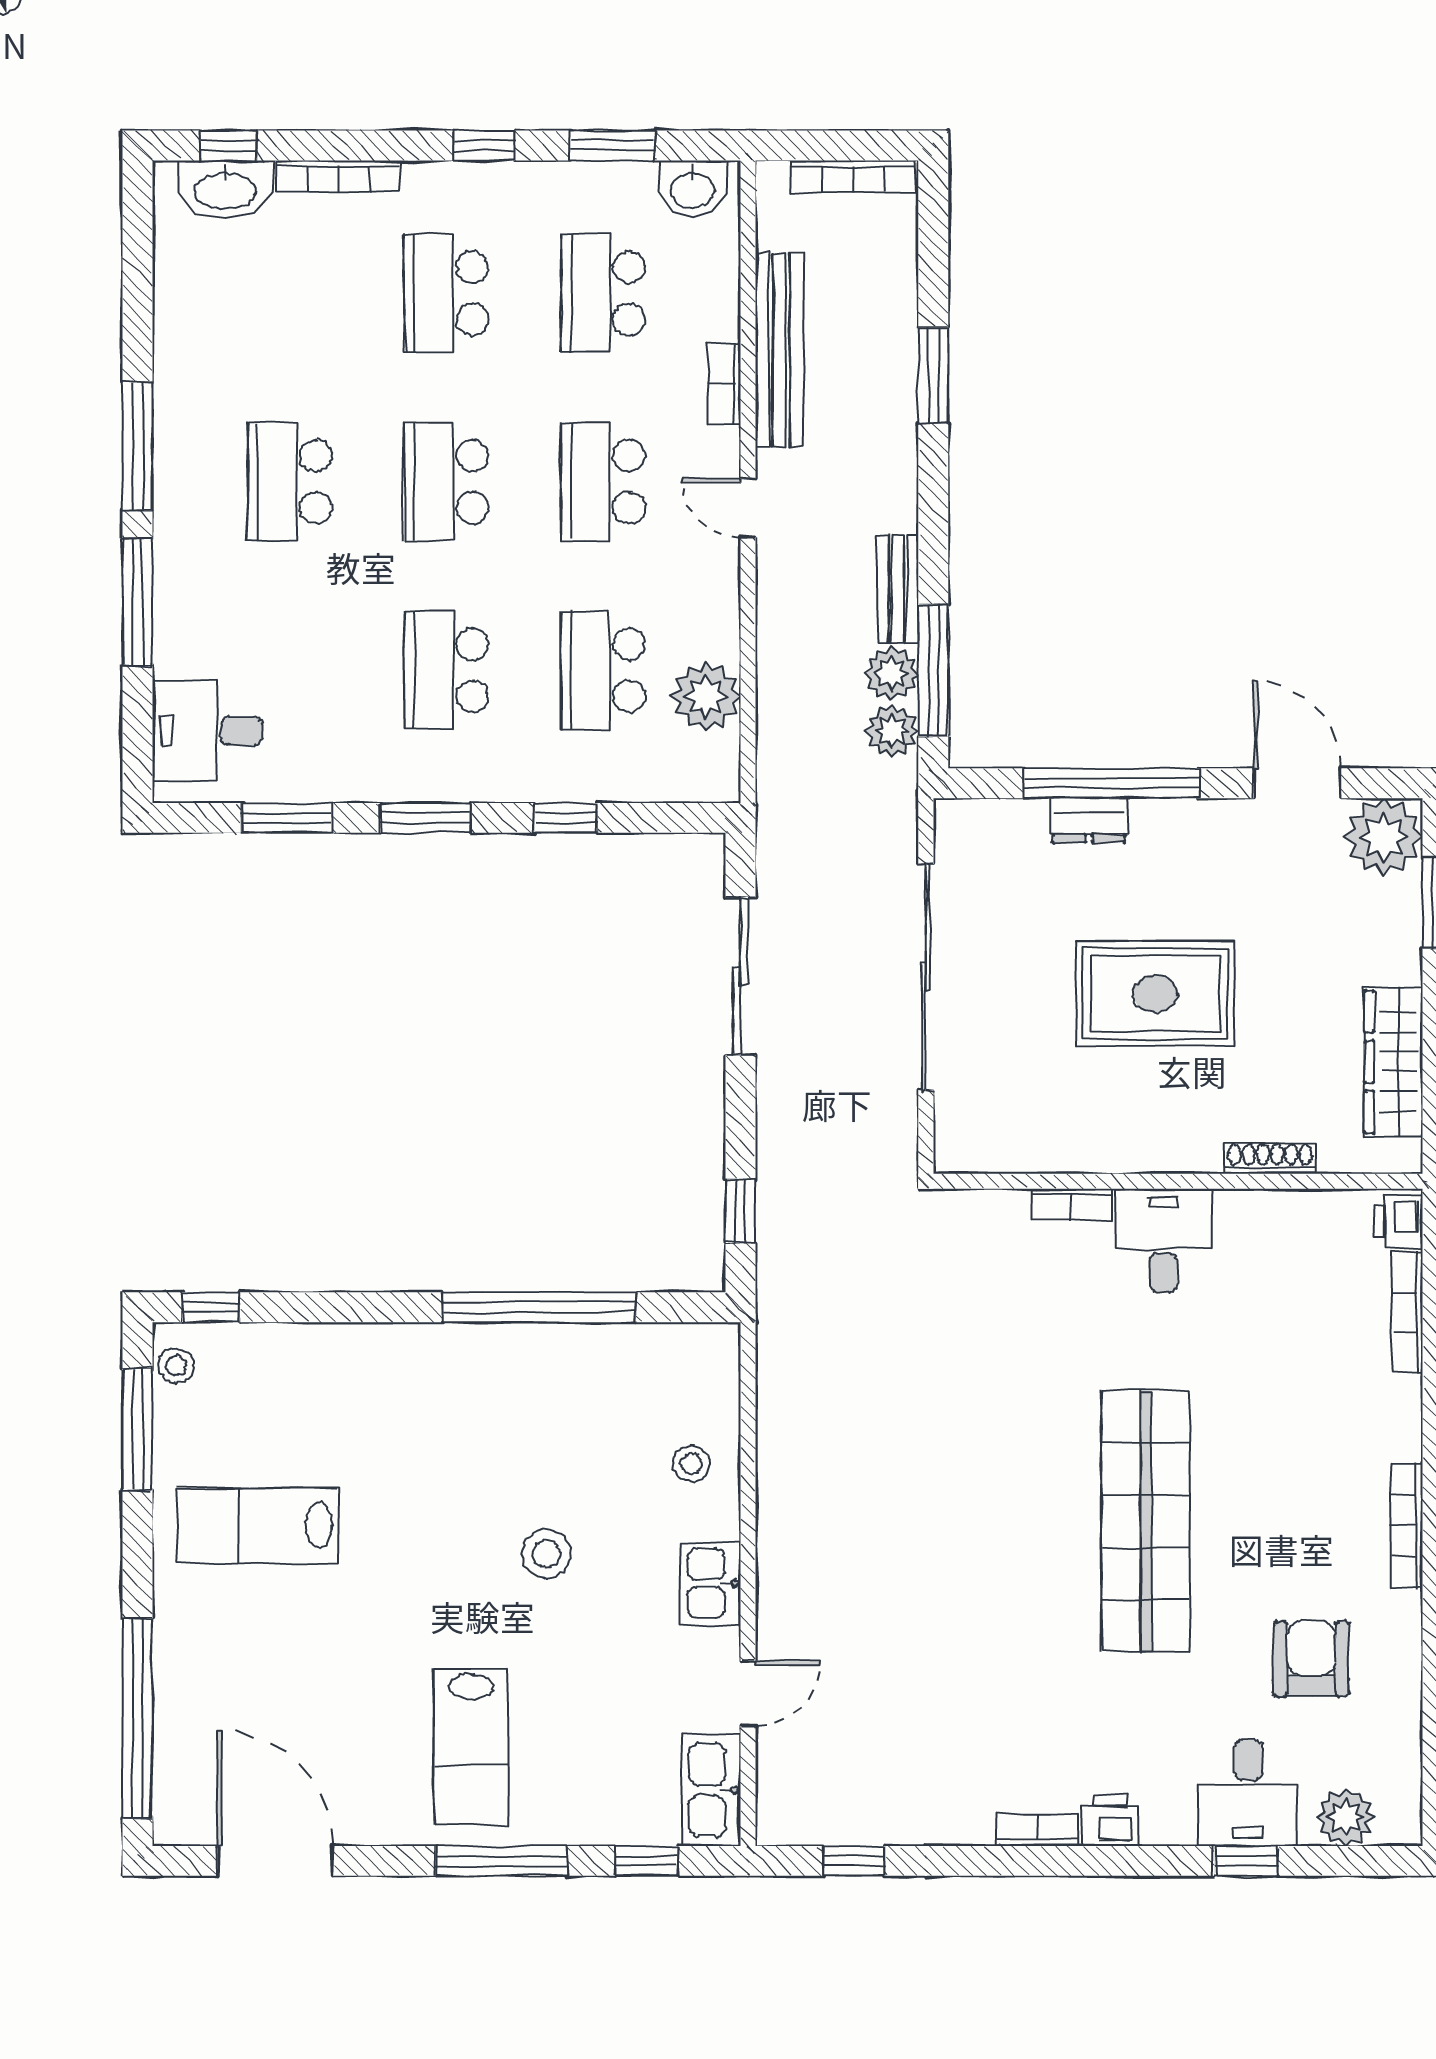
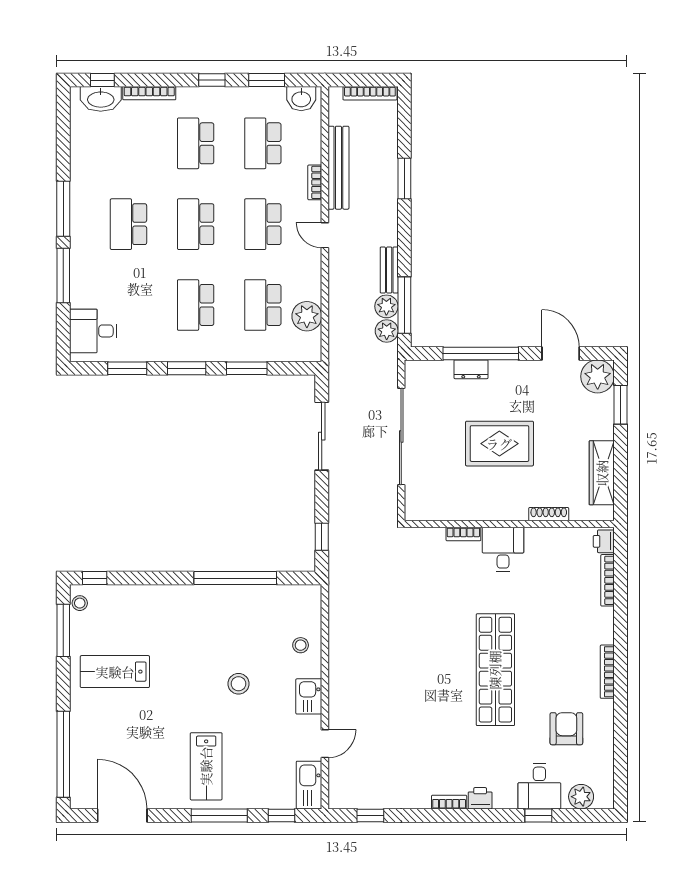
window: (566, 818) -> (247, 368), width x1.50

